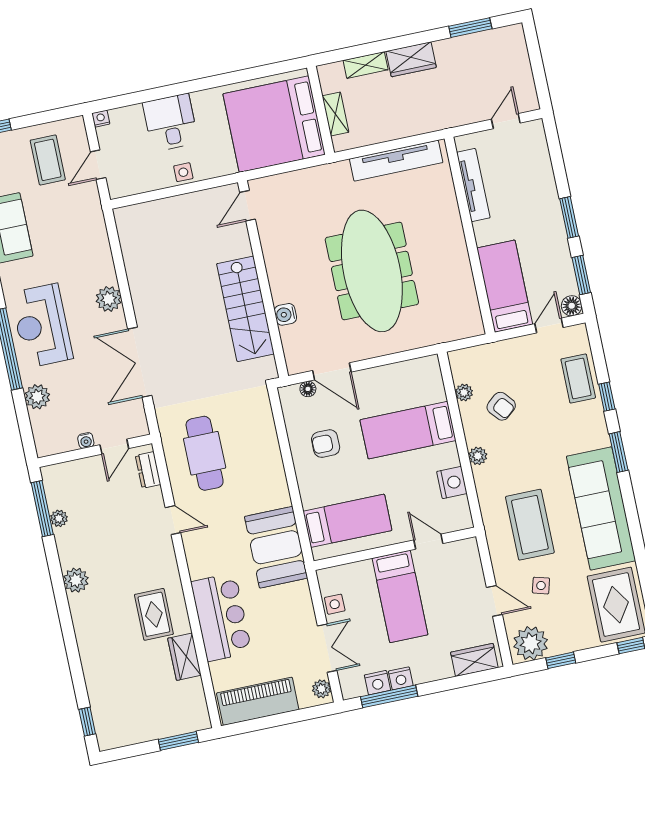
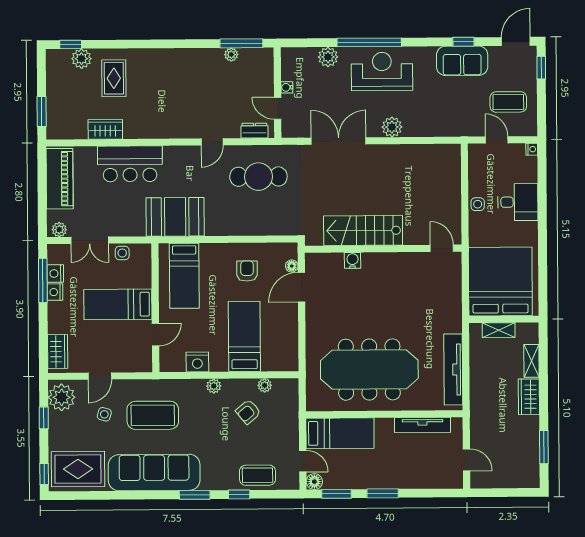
meeting table: (372, 271) -> (369, 370), moved
plant: (76, 580) -> (81, 59), moved
rug: (154, 614) -> (114, 78), moved, turned 90

